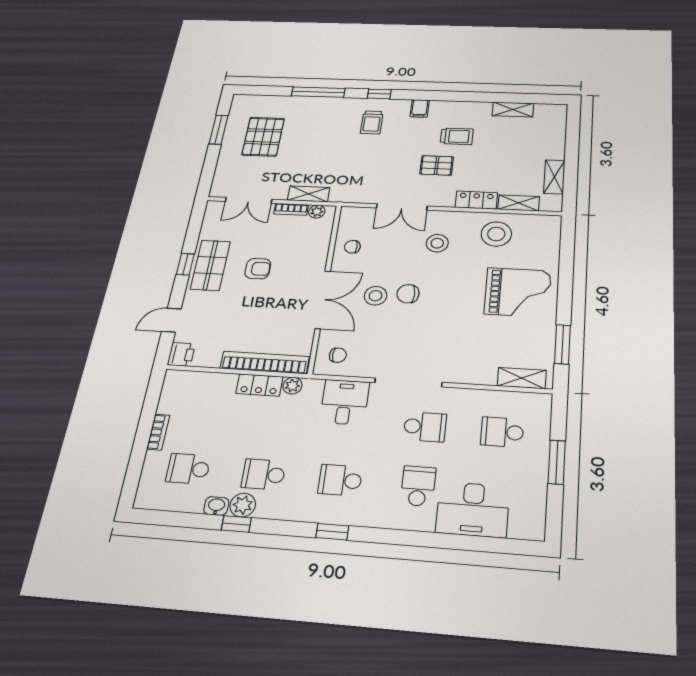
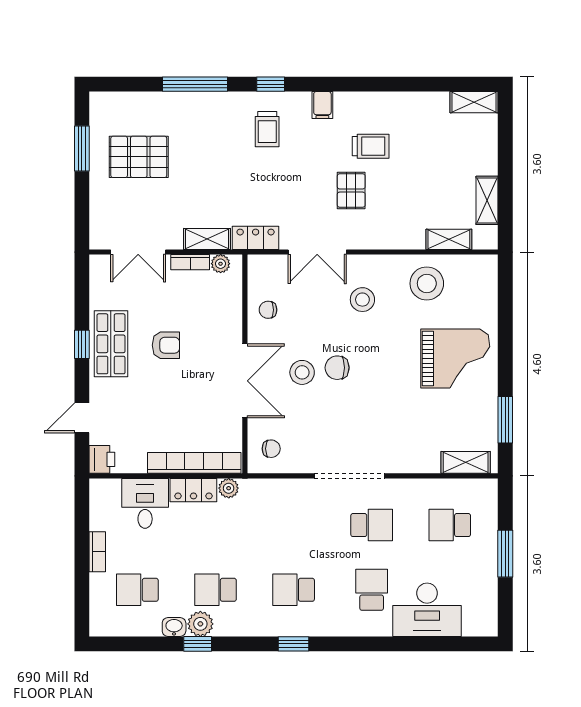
shelving: (513, 109) -> (474, 102), moved
pallet: (263, 137) -> (139, 157), turned 90
pallet: (437, 165) -> (351, 191), turned 90
locker: (476, 200) -> (256, 238), moved
desk: (345, 402) -> (145, 503), moved

